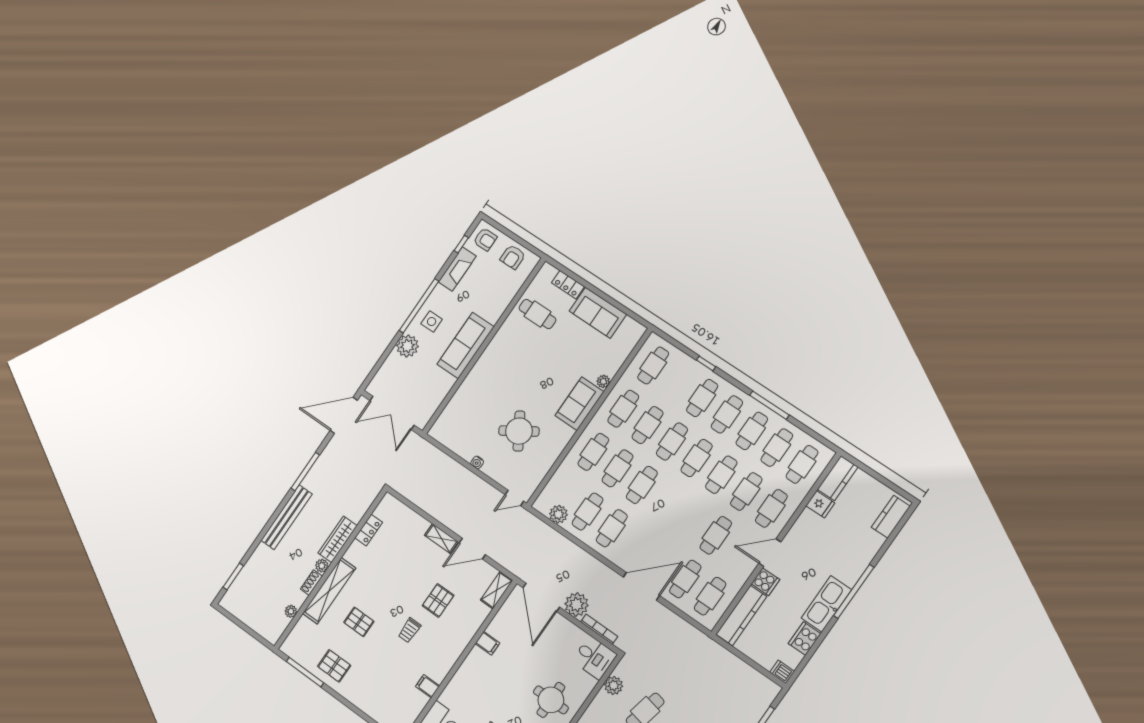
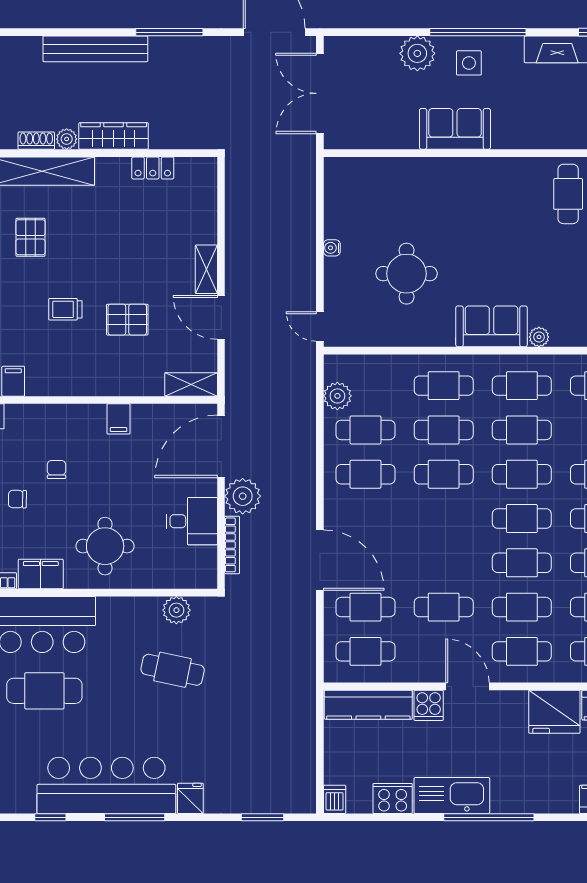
sofa: (465, 345) -> (455, 129), width x0.73
round table: (519, 431) -> (407, 274), turned 32
fridge: (820, 504) -> (554, 712), width x1.88, depth x1.34
desk: (594, 658) -> (192, 521), moved, turned -90
chair: (491, 697) -> (57, 469), added

